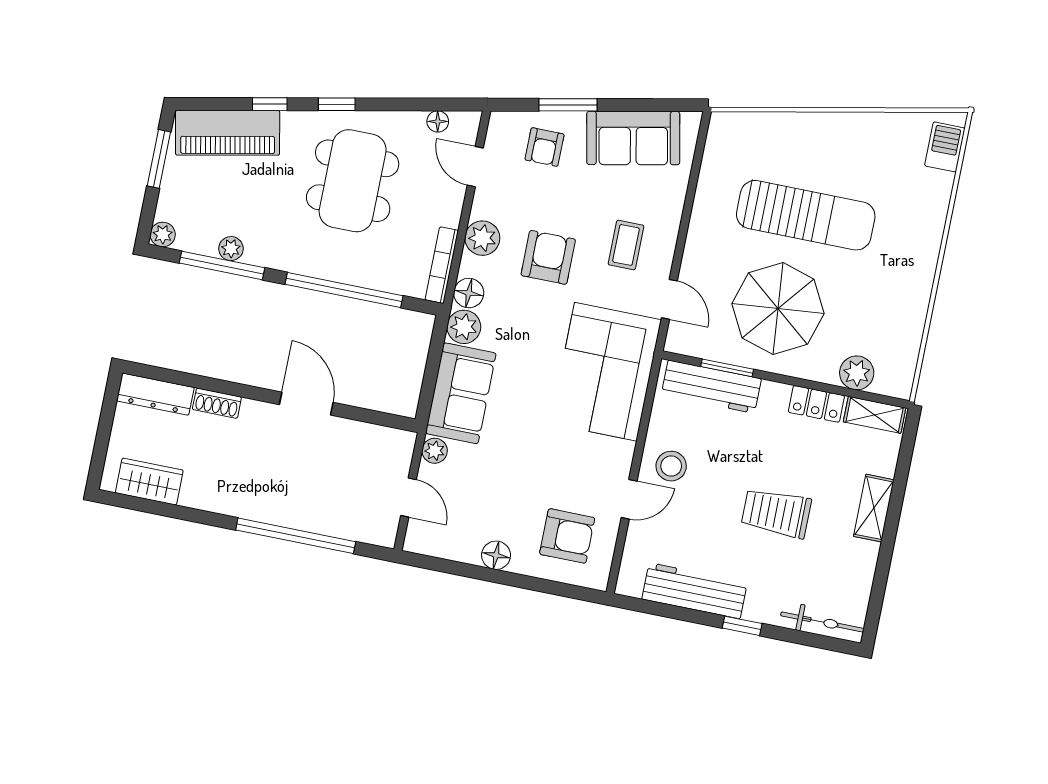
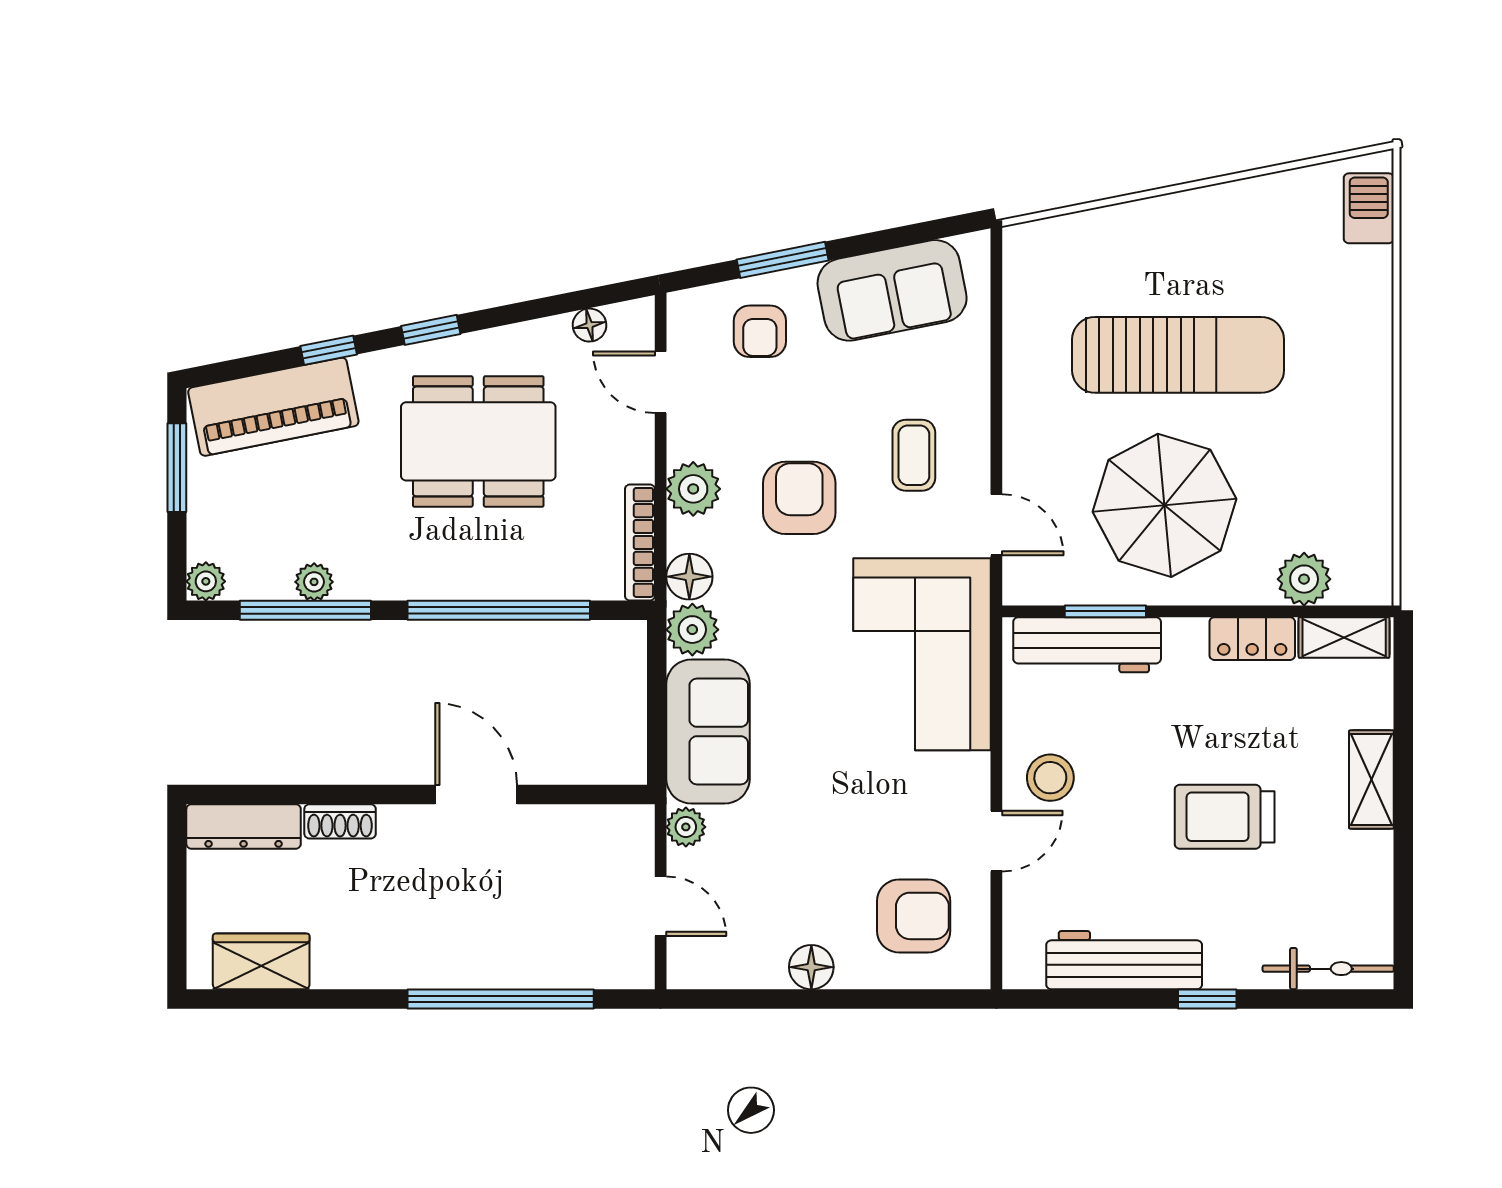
dining table: (353, 181) -> (478, 441), turned 90

